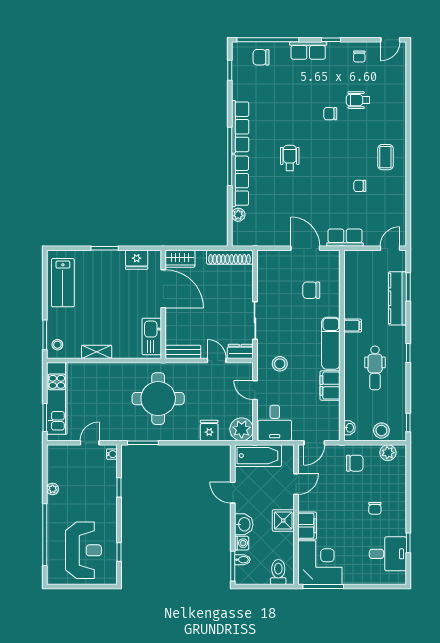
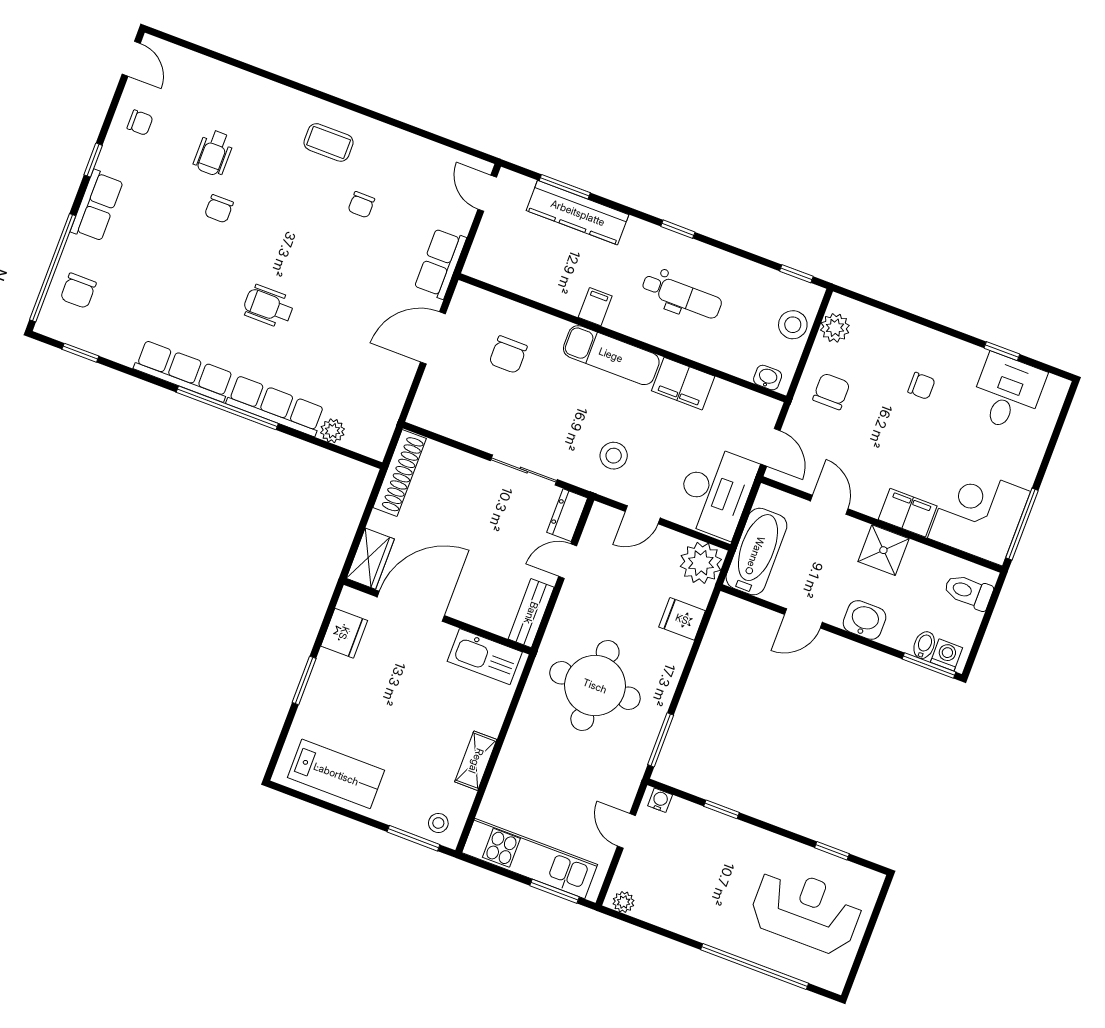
desk: (275, 423) -> (715, 492), width x1.37
plant: (53, 489) -> (624, 902), moved
washing machine: (242, 543) -> (947, 655), moved

